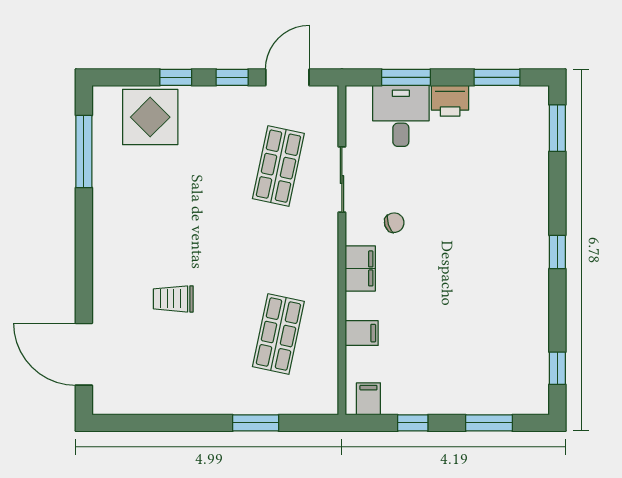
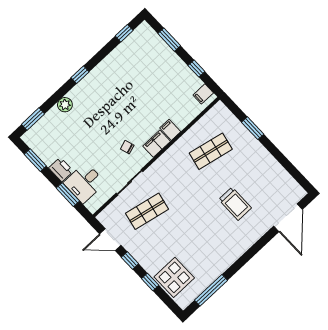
plant: (535, 192) -> (65, 105), added
trolley: (173, 299) -> (235, 204), width x1.36, depth x1.39
filing cabinet: (362, 333) -> (170, 130), moved

